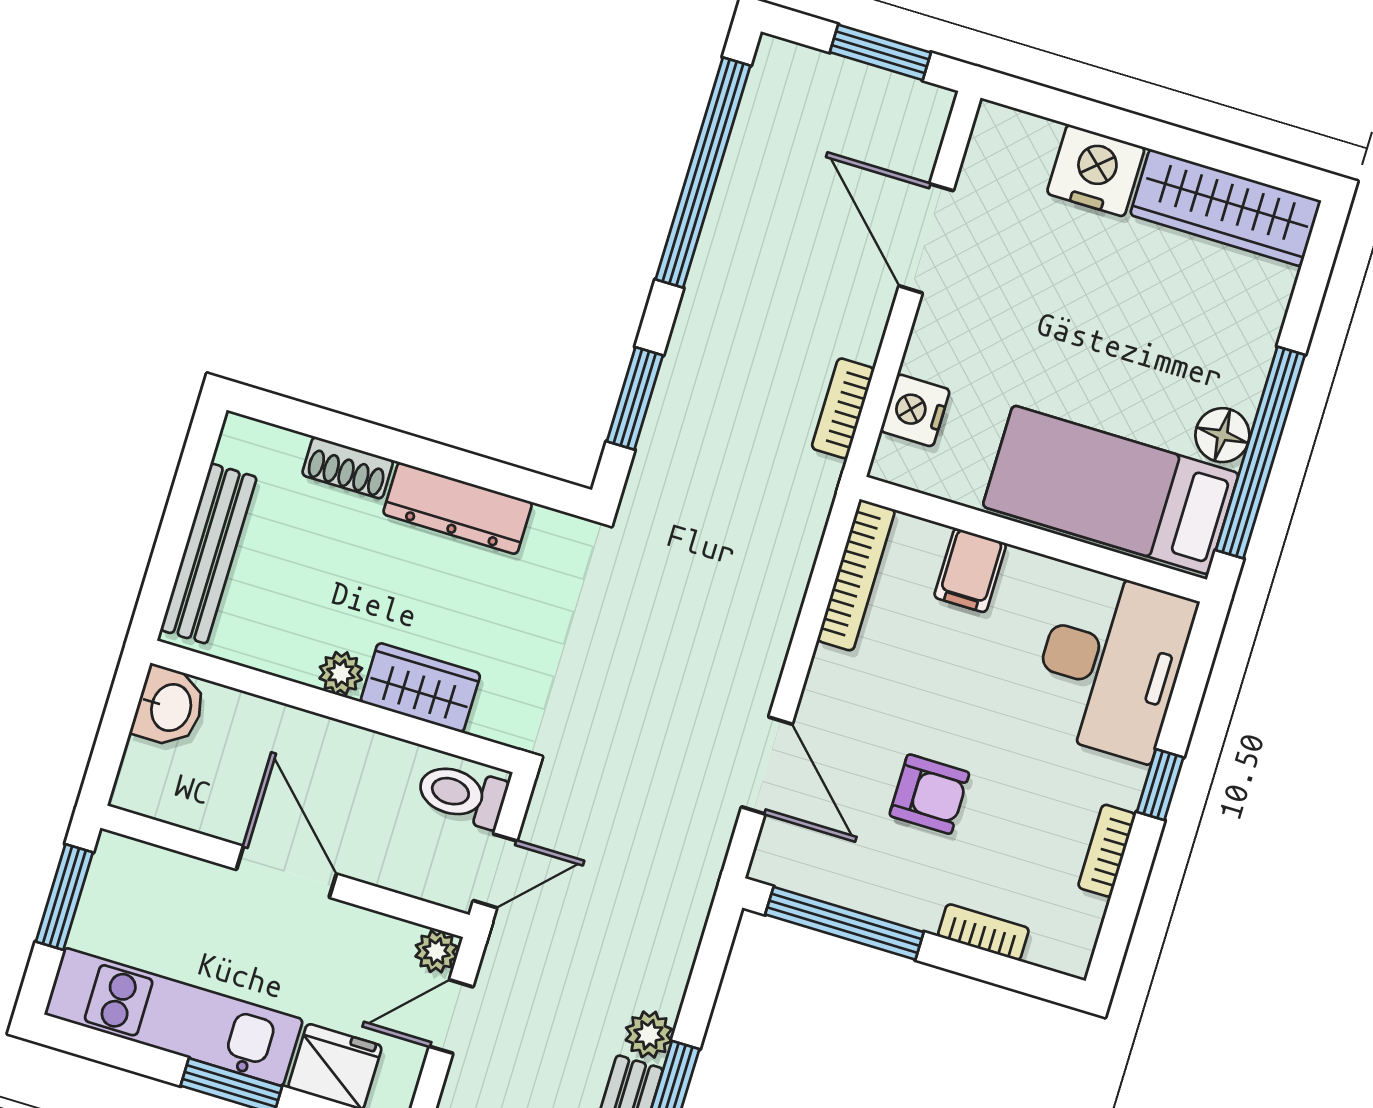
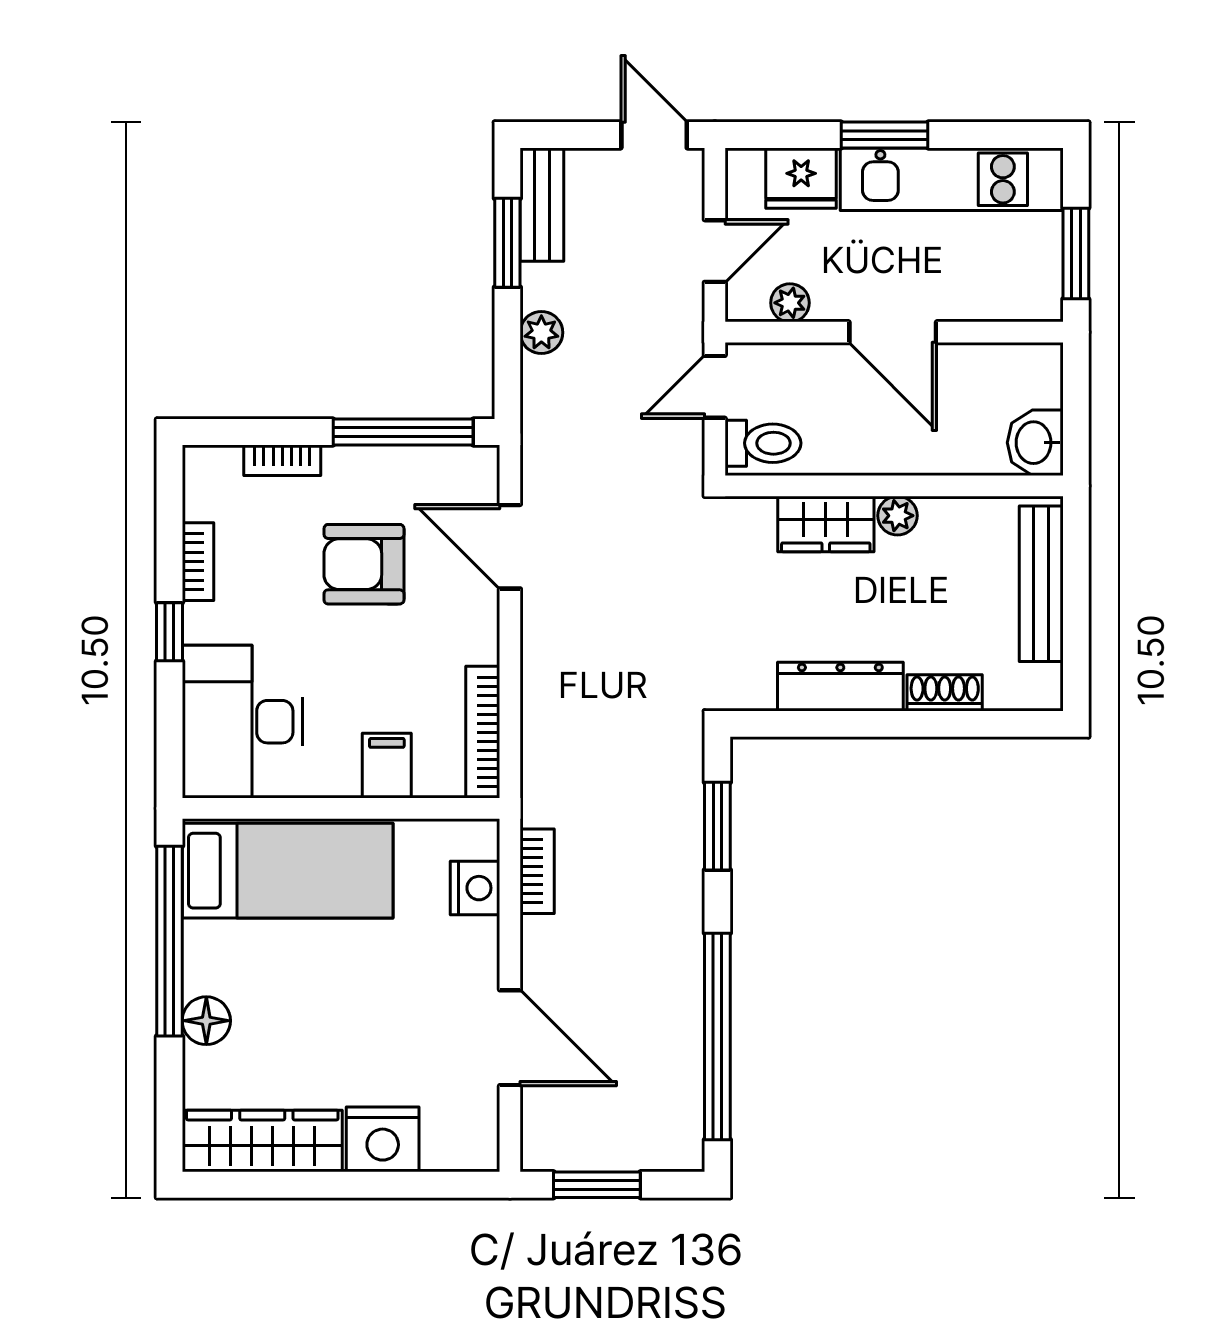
floor lamp: (1222, 435) -> (206, 1021), moved
armchair: (929, 794) -> (364, 564), width x1.38, depth x1.38
plant: (436, 951) -> (790, 303), moved
plant: (649, 1035) -> (541, 333), moved

